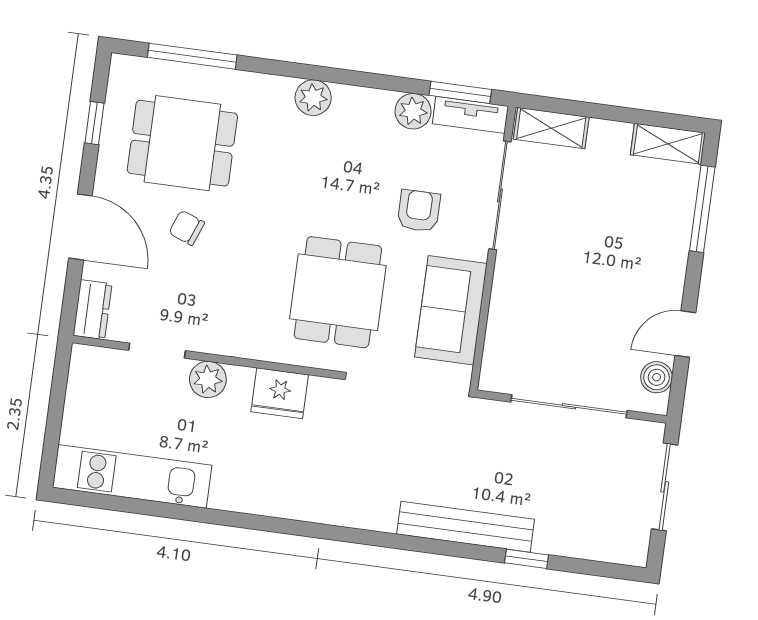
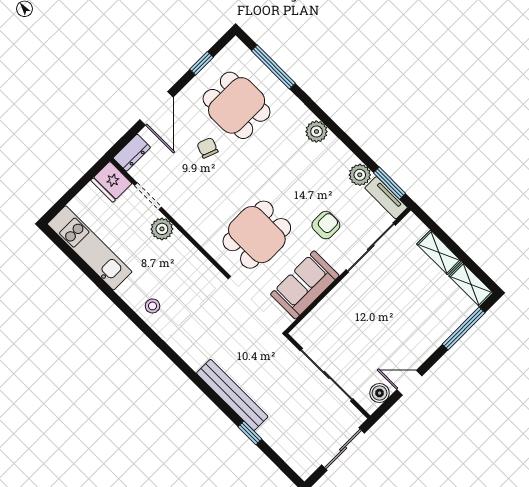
shelving: (551, 128) -> (439, 252), moved
fridge: (280, 393) -> (111, 182), moved
stool: (272, 490) -> (153, 306), added

